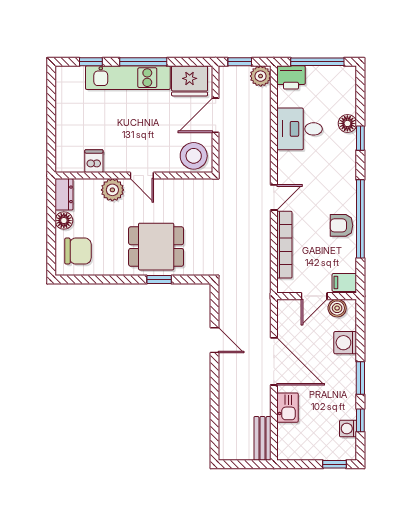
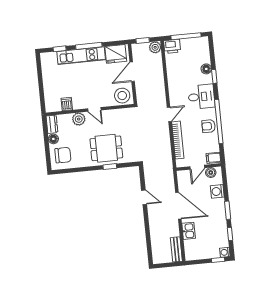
desk: (299, 129) -> (201, 97), moved, turned 180
washing machine: (348, 429) -> (225, 252), moved

